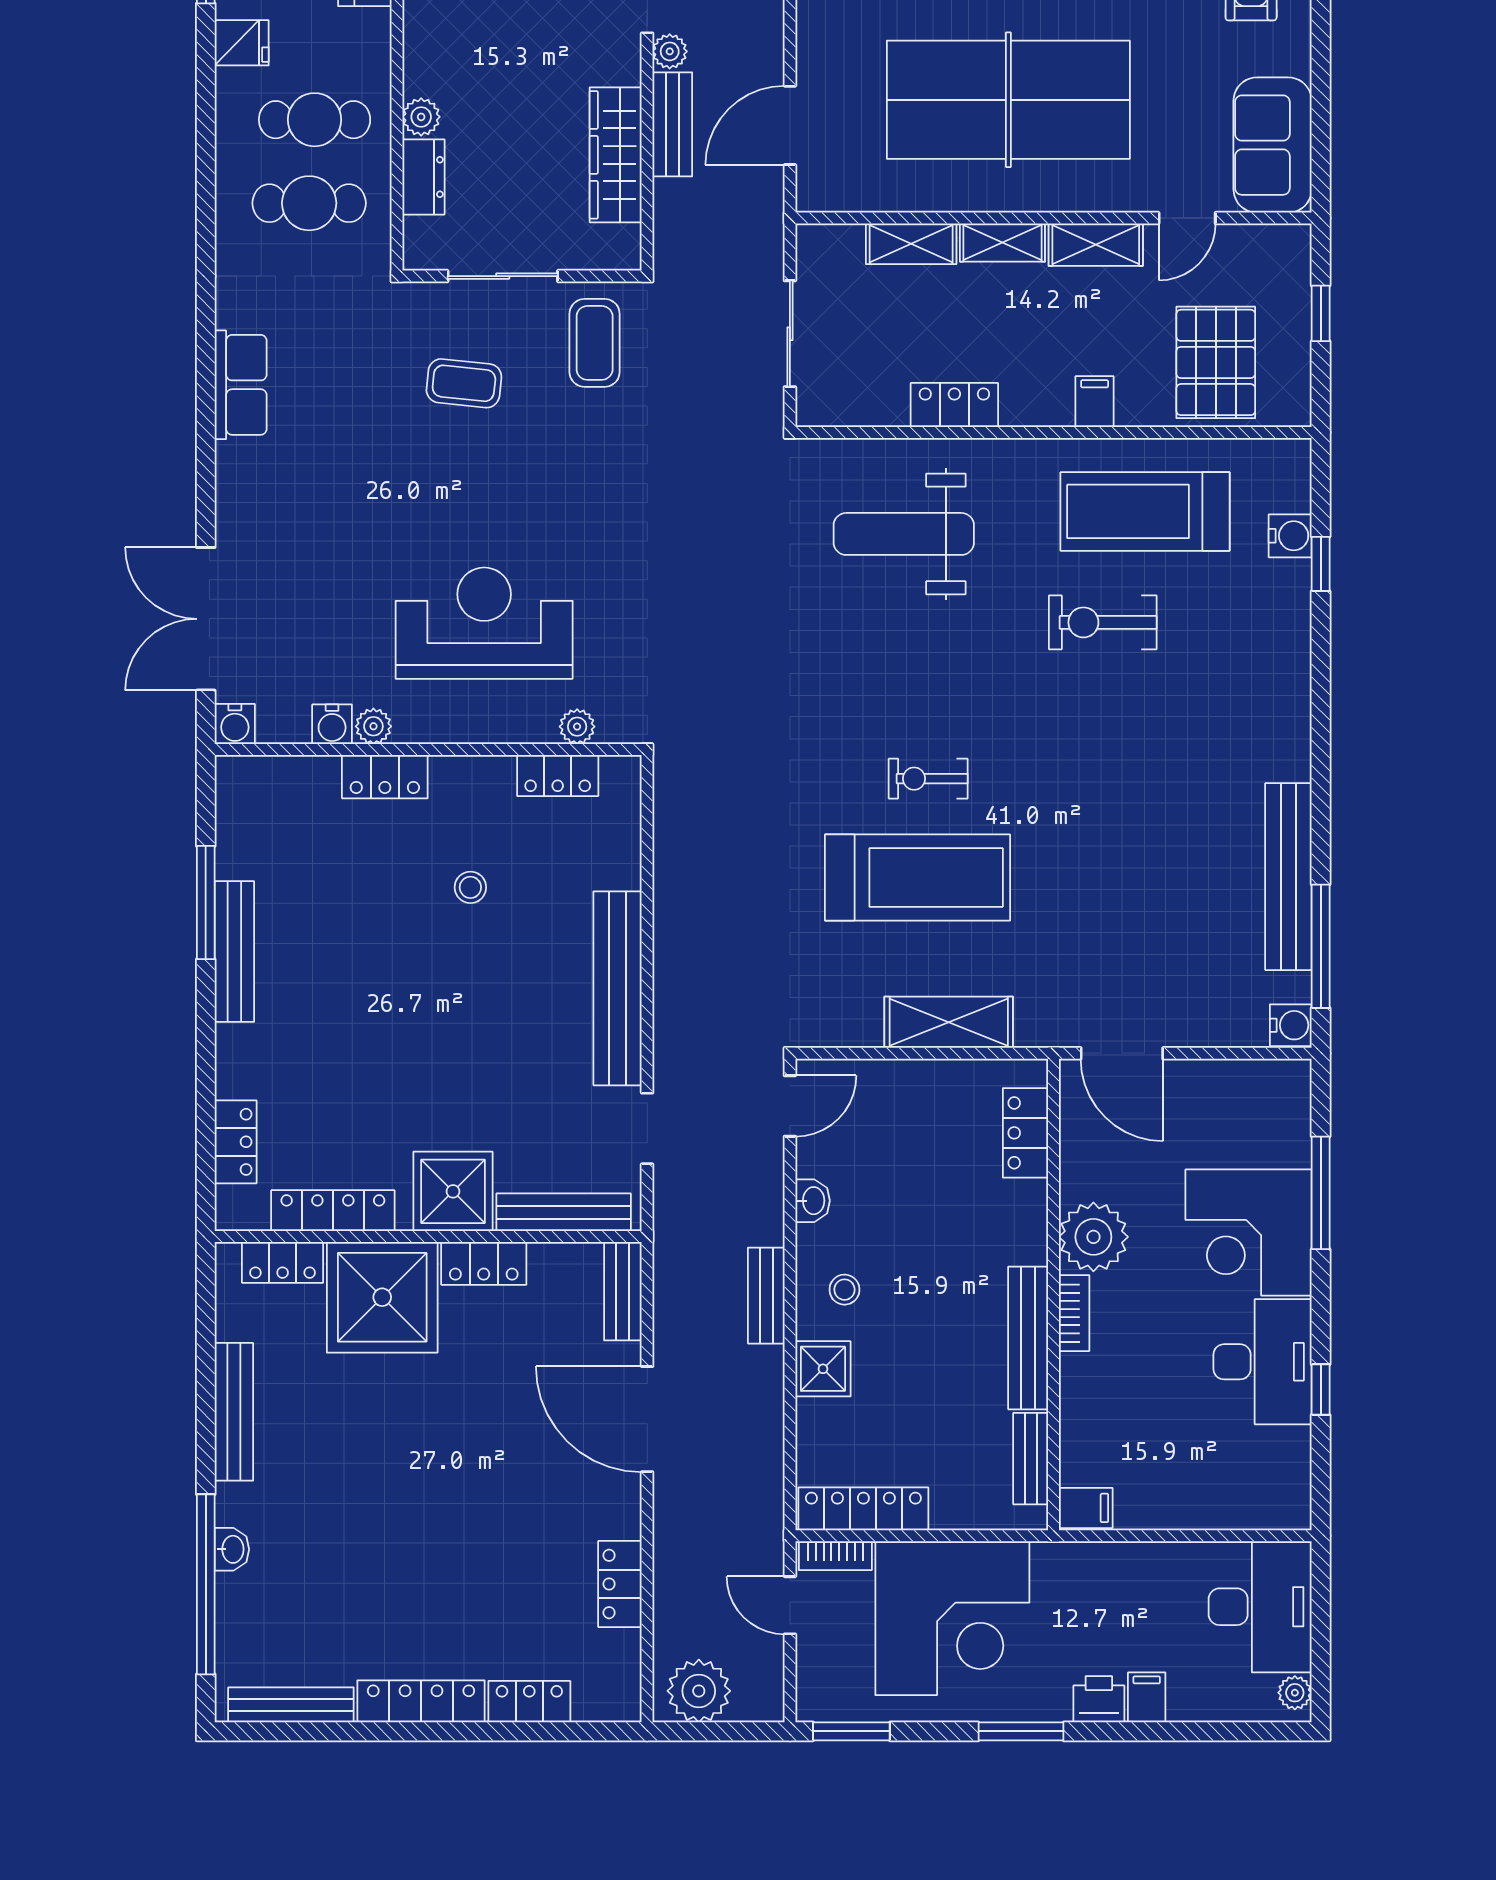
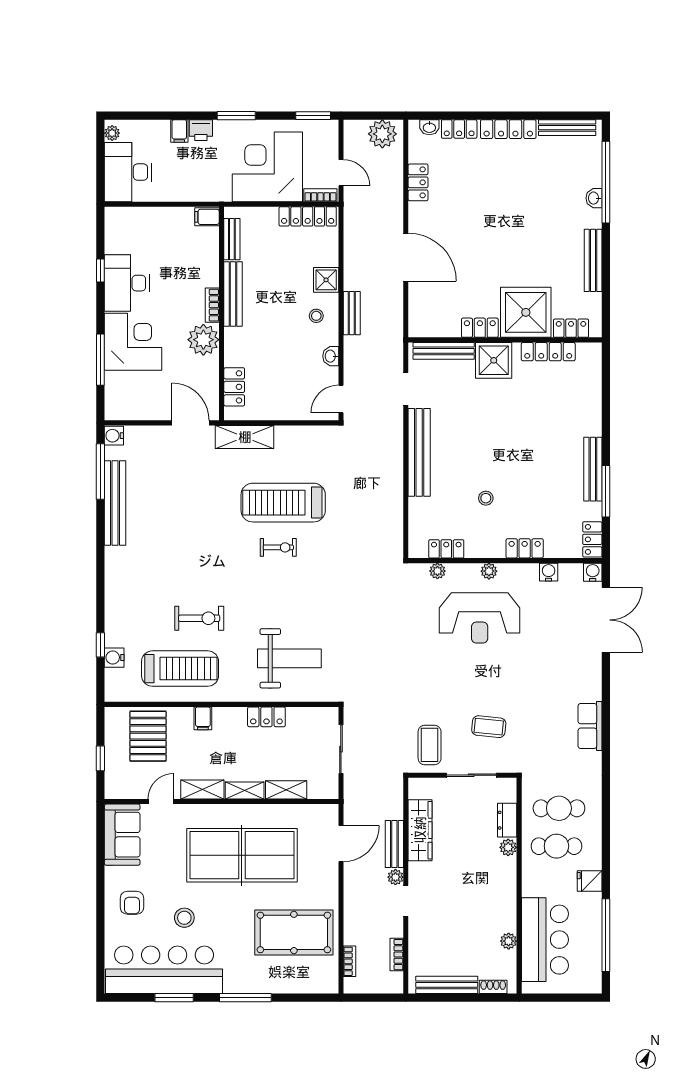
plant: (373, 726) -> (489, 571), moved
shelving: (949, 1022) -> (245, 437), moved
locker: (236, 1142) -> (592, 539), moved
bench: (623, 1291) -> (417, 315), removed
washbasin: (595, 1705) -> (429, 127), added

